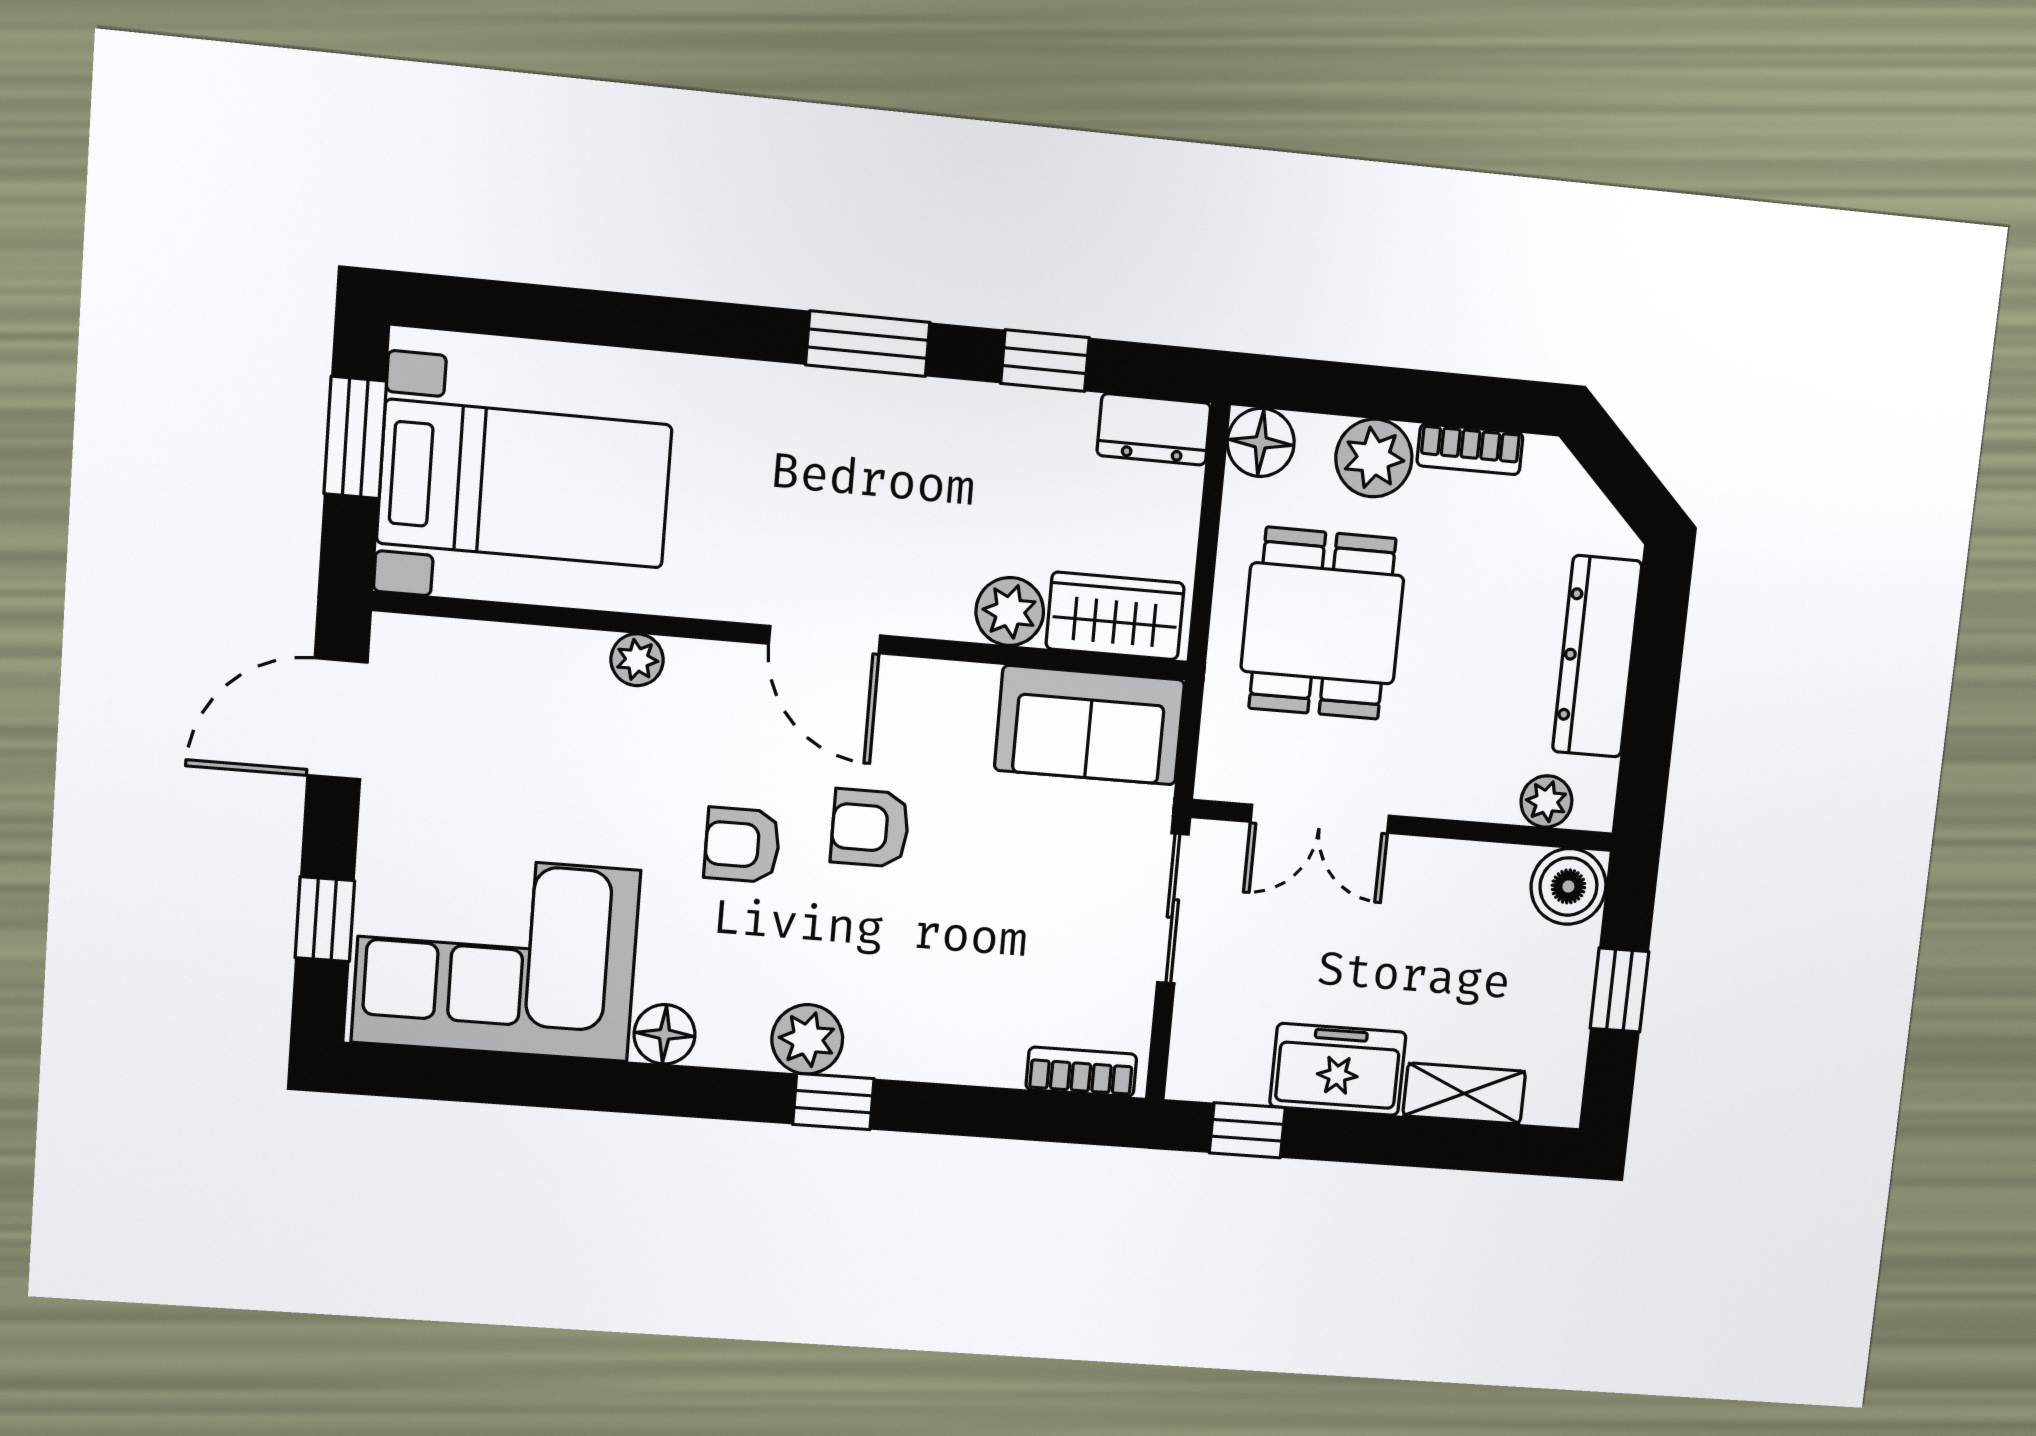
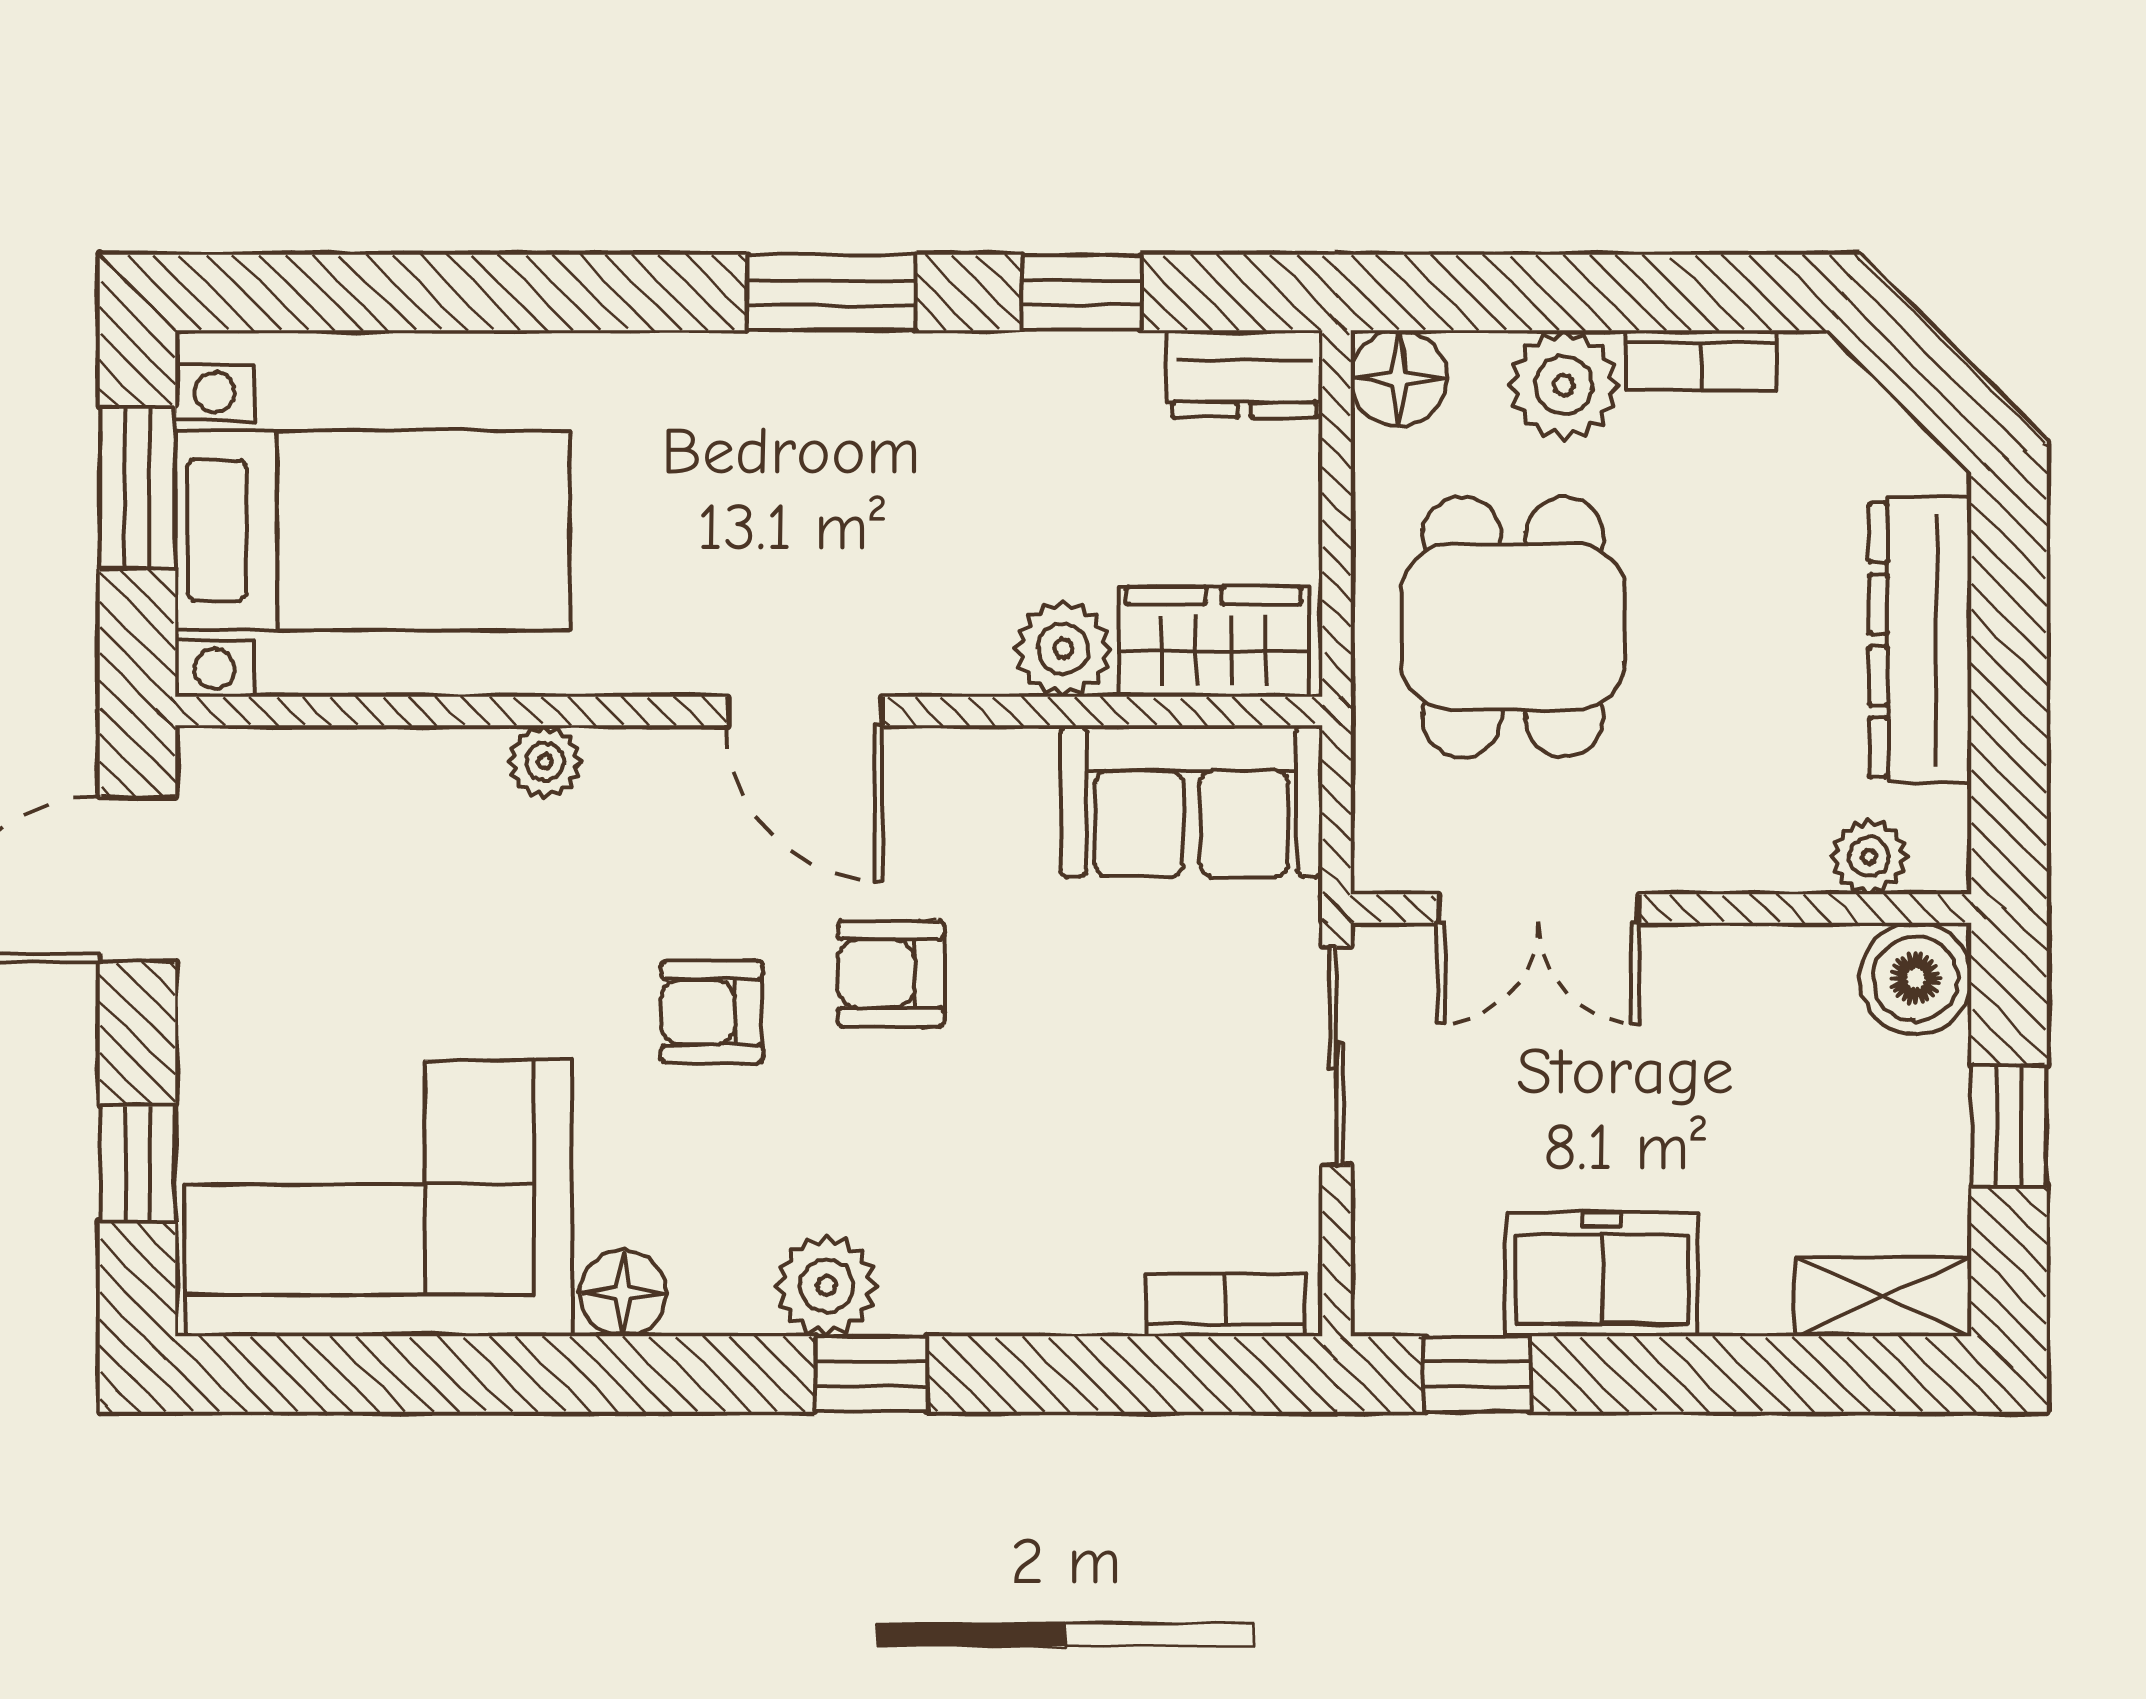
shelving: (1464, 1093) -> (1883, 1297), moved

